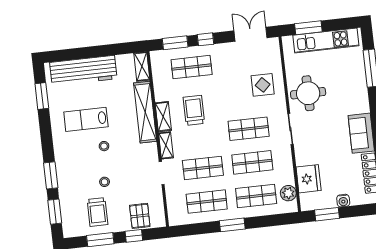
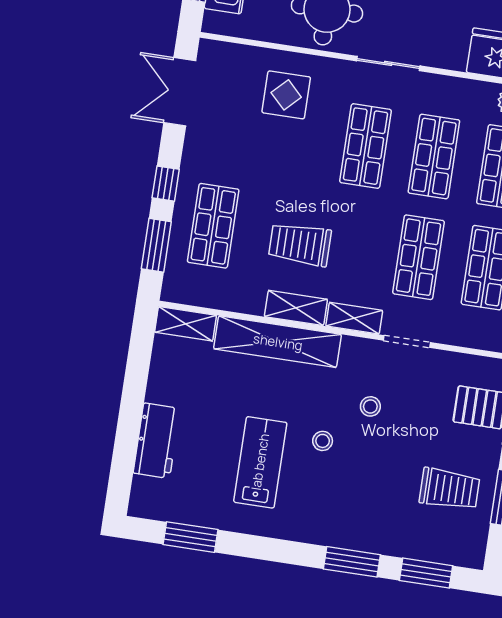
workbench: (83, 71) -> (157, 441), width x0.53, depth x0.76
lab bench: (86, 119) -> (260, 462), turned 180
stool: (105, 182) -> (370, 406), moved

